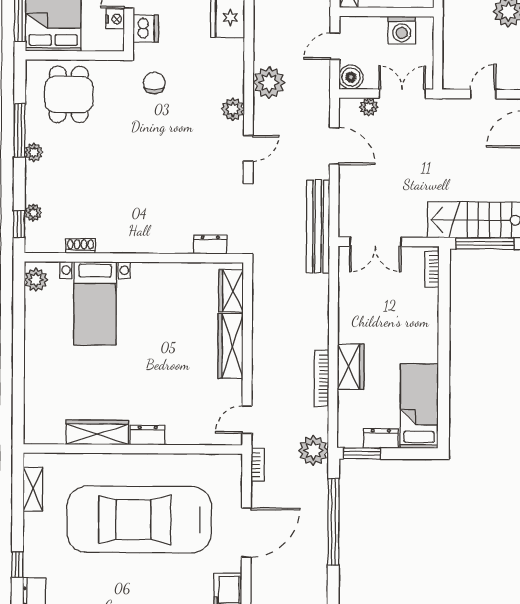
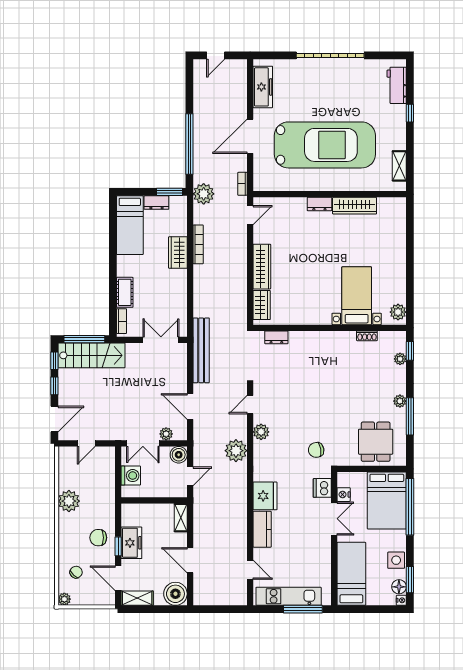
washing machine: (402, 30) -> (131, 476), moved, turned 90
chair: (154, 83) -> (316, 450), turned 80
cot: (427, 310) -> (125, 292), added

